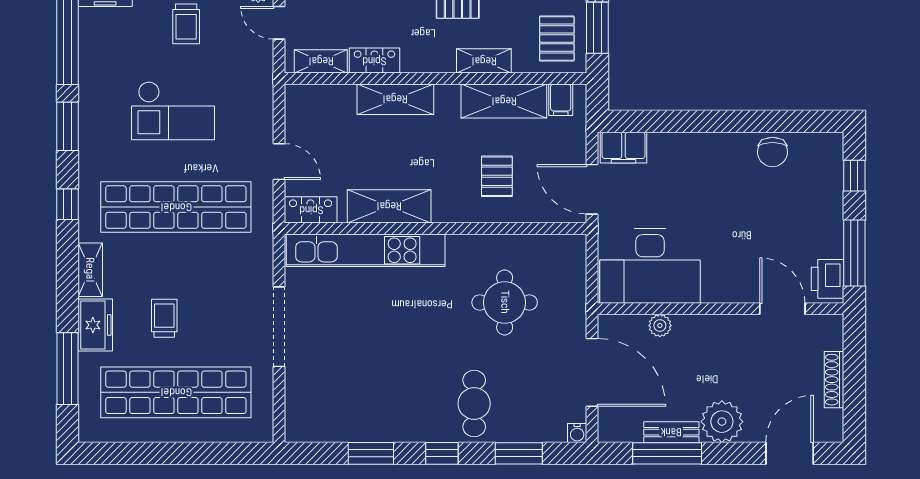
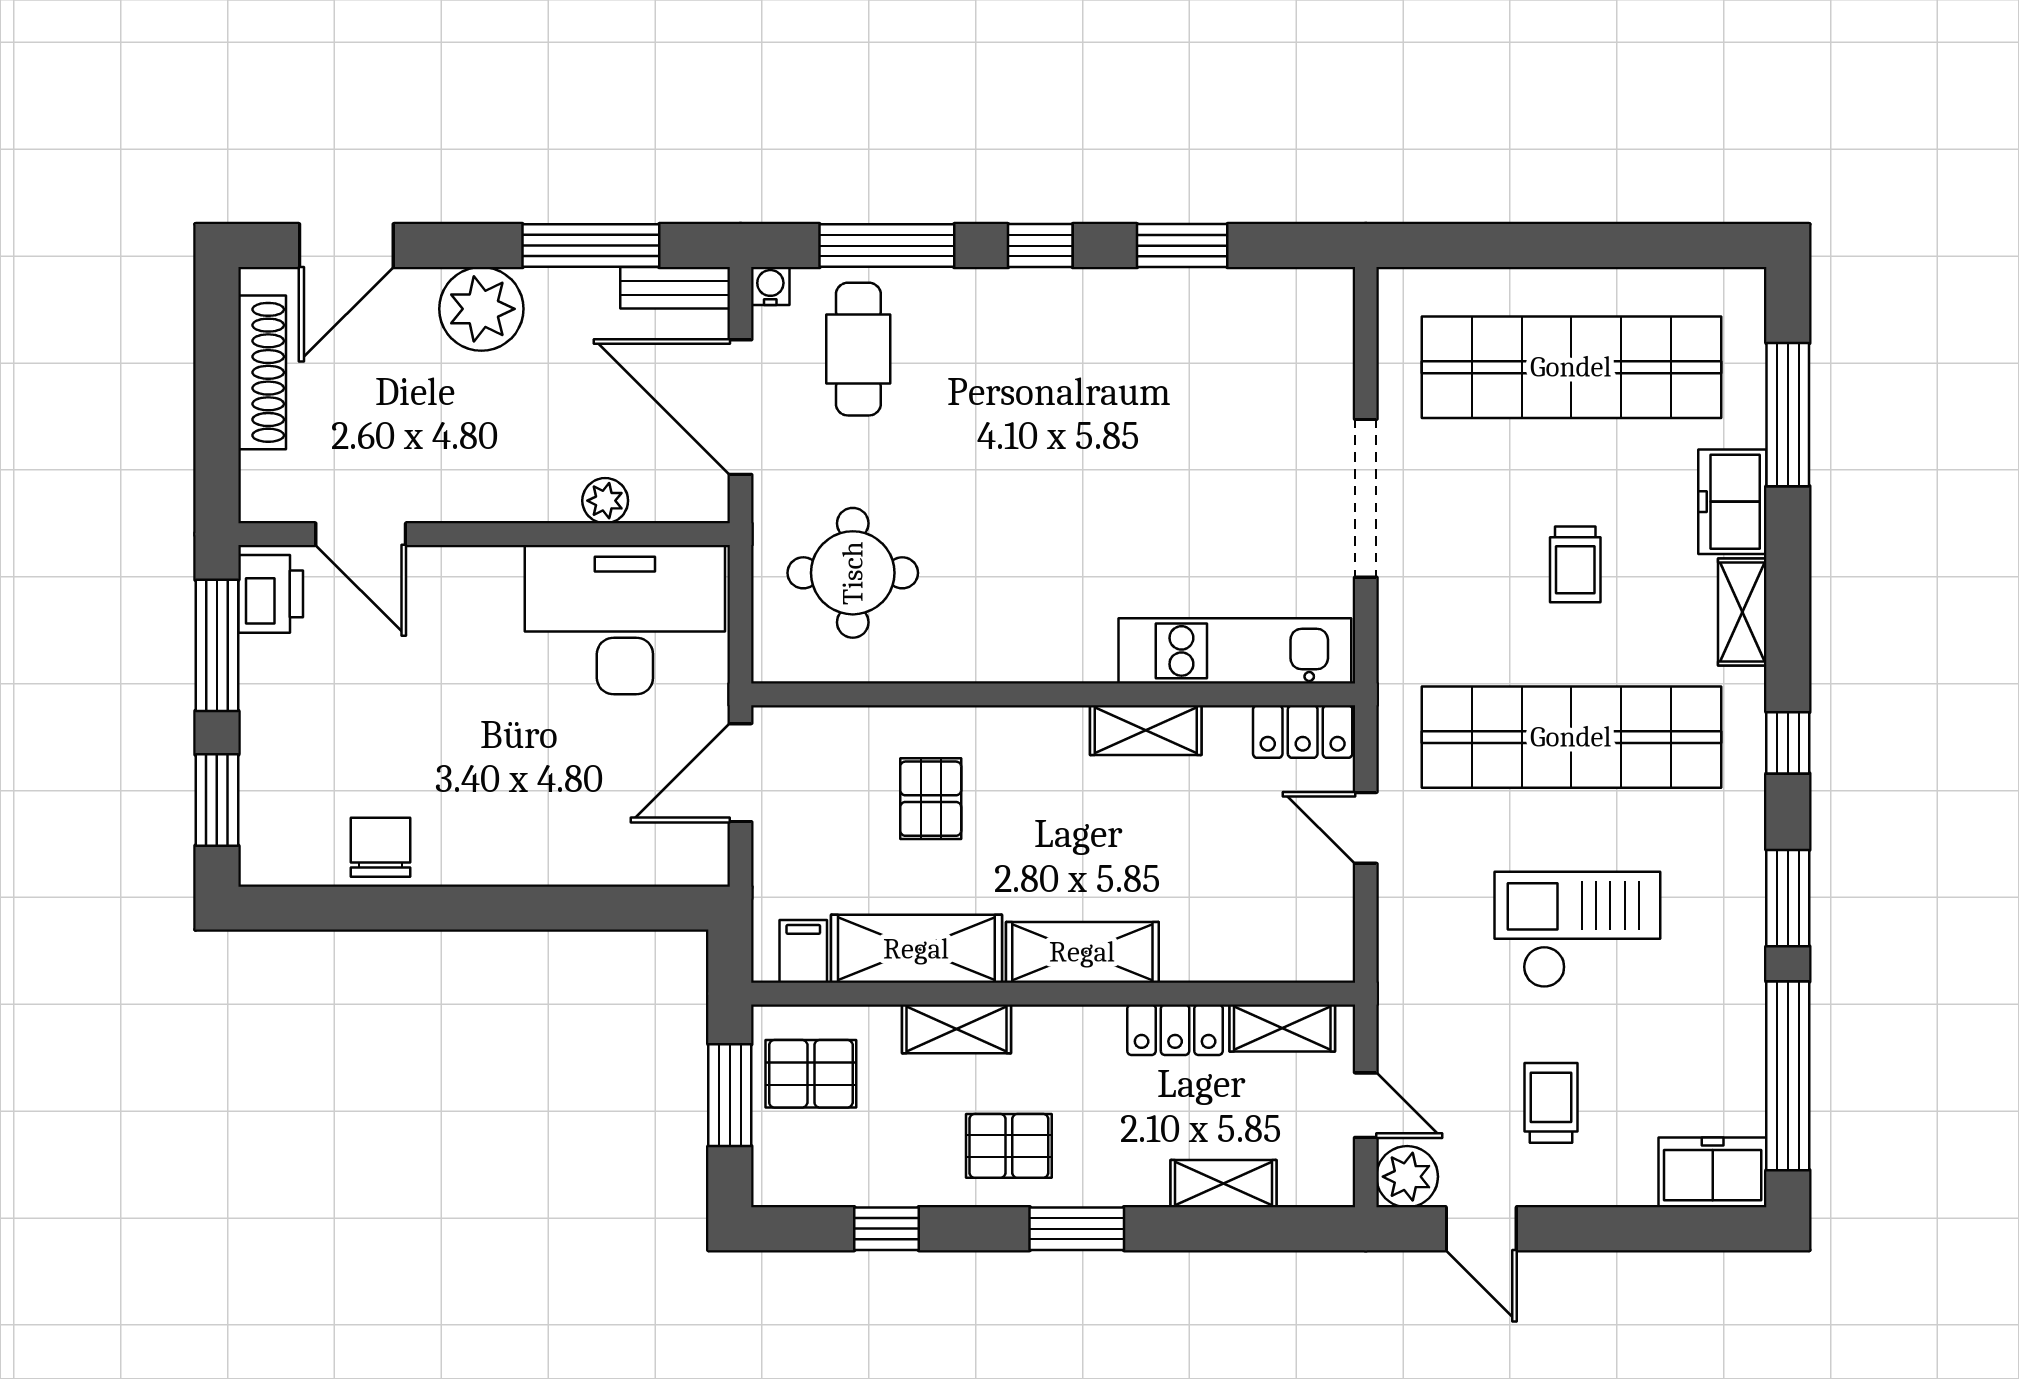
pallet: (557, 38) -> (811, 1074), turned 90
shelving: (395, 99) -> (1082, 952), moved
filing cabinet: (623, 148) -> (678, 856), removed
window: (854, 176) -> (217, 800), width x1.50
door: (592, 189) -> (741, 773), swing flipped
shelving: (389, 206) -> (1146, 730), width x0.67, depth x0.75
kitchen unit: (366, 250) -> (1235, 651), width x0.73
round table: (505, 302) -> (853, 573), moved
trolley: (164, 318) -> (1575, 564), moved
shoe rack: (834, 380) -> (262, 372), width x1.36, depth x1.24
cafe table: (474, 404) -> (858, 349), moved
bench: (671, 432) -> (675, 288), moved
window: (519, 453) -> (887, 246), width x1.44

